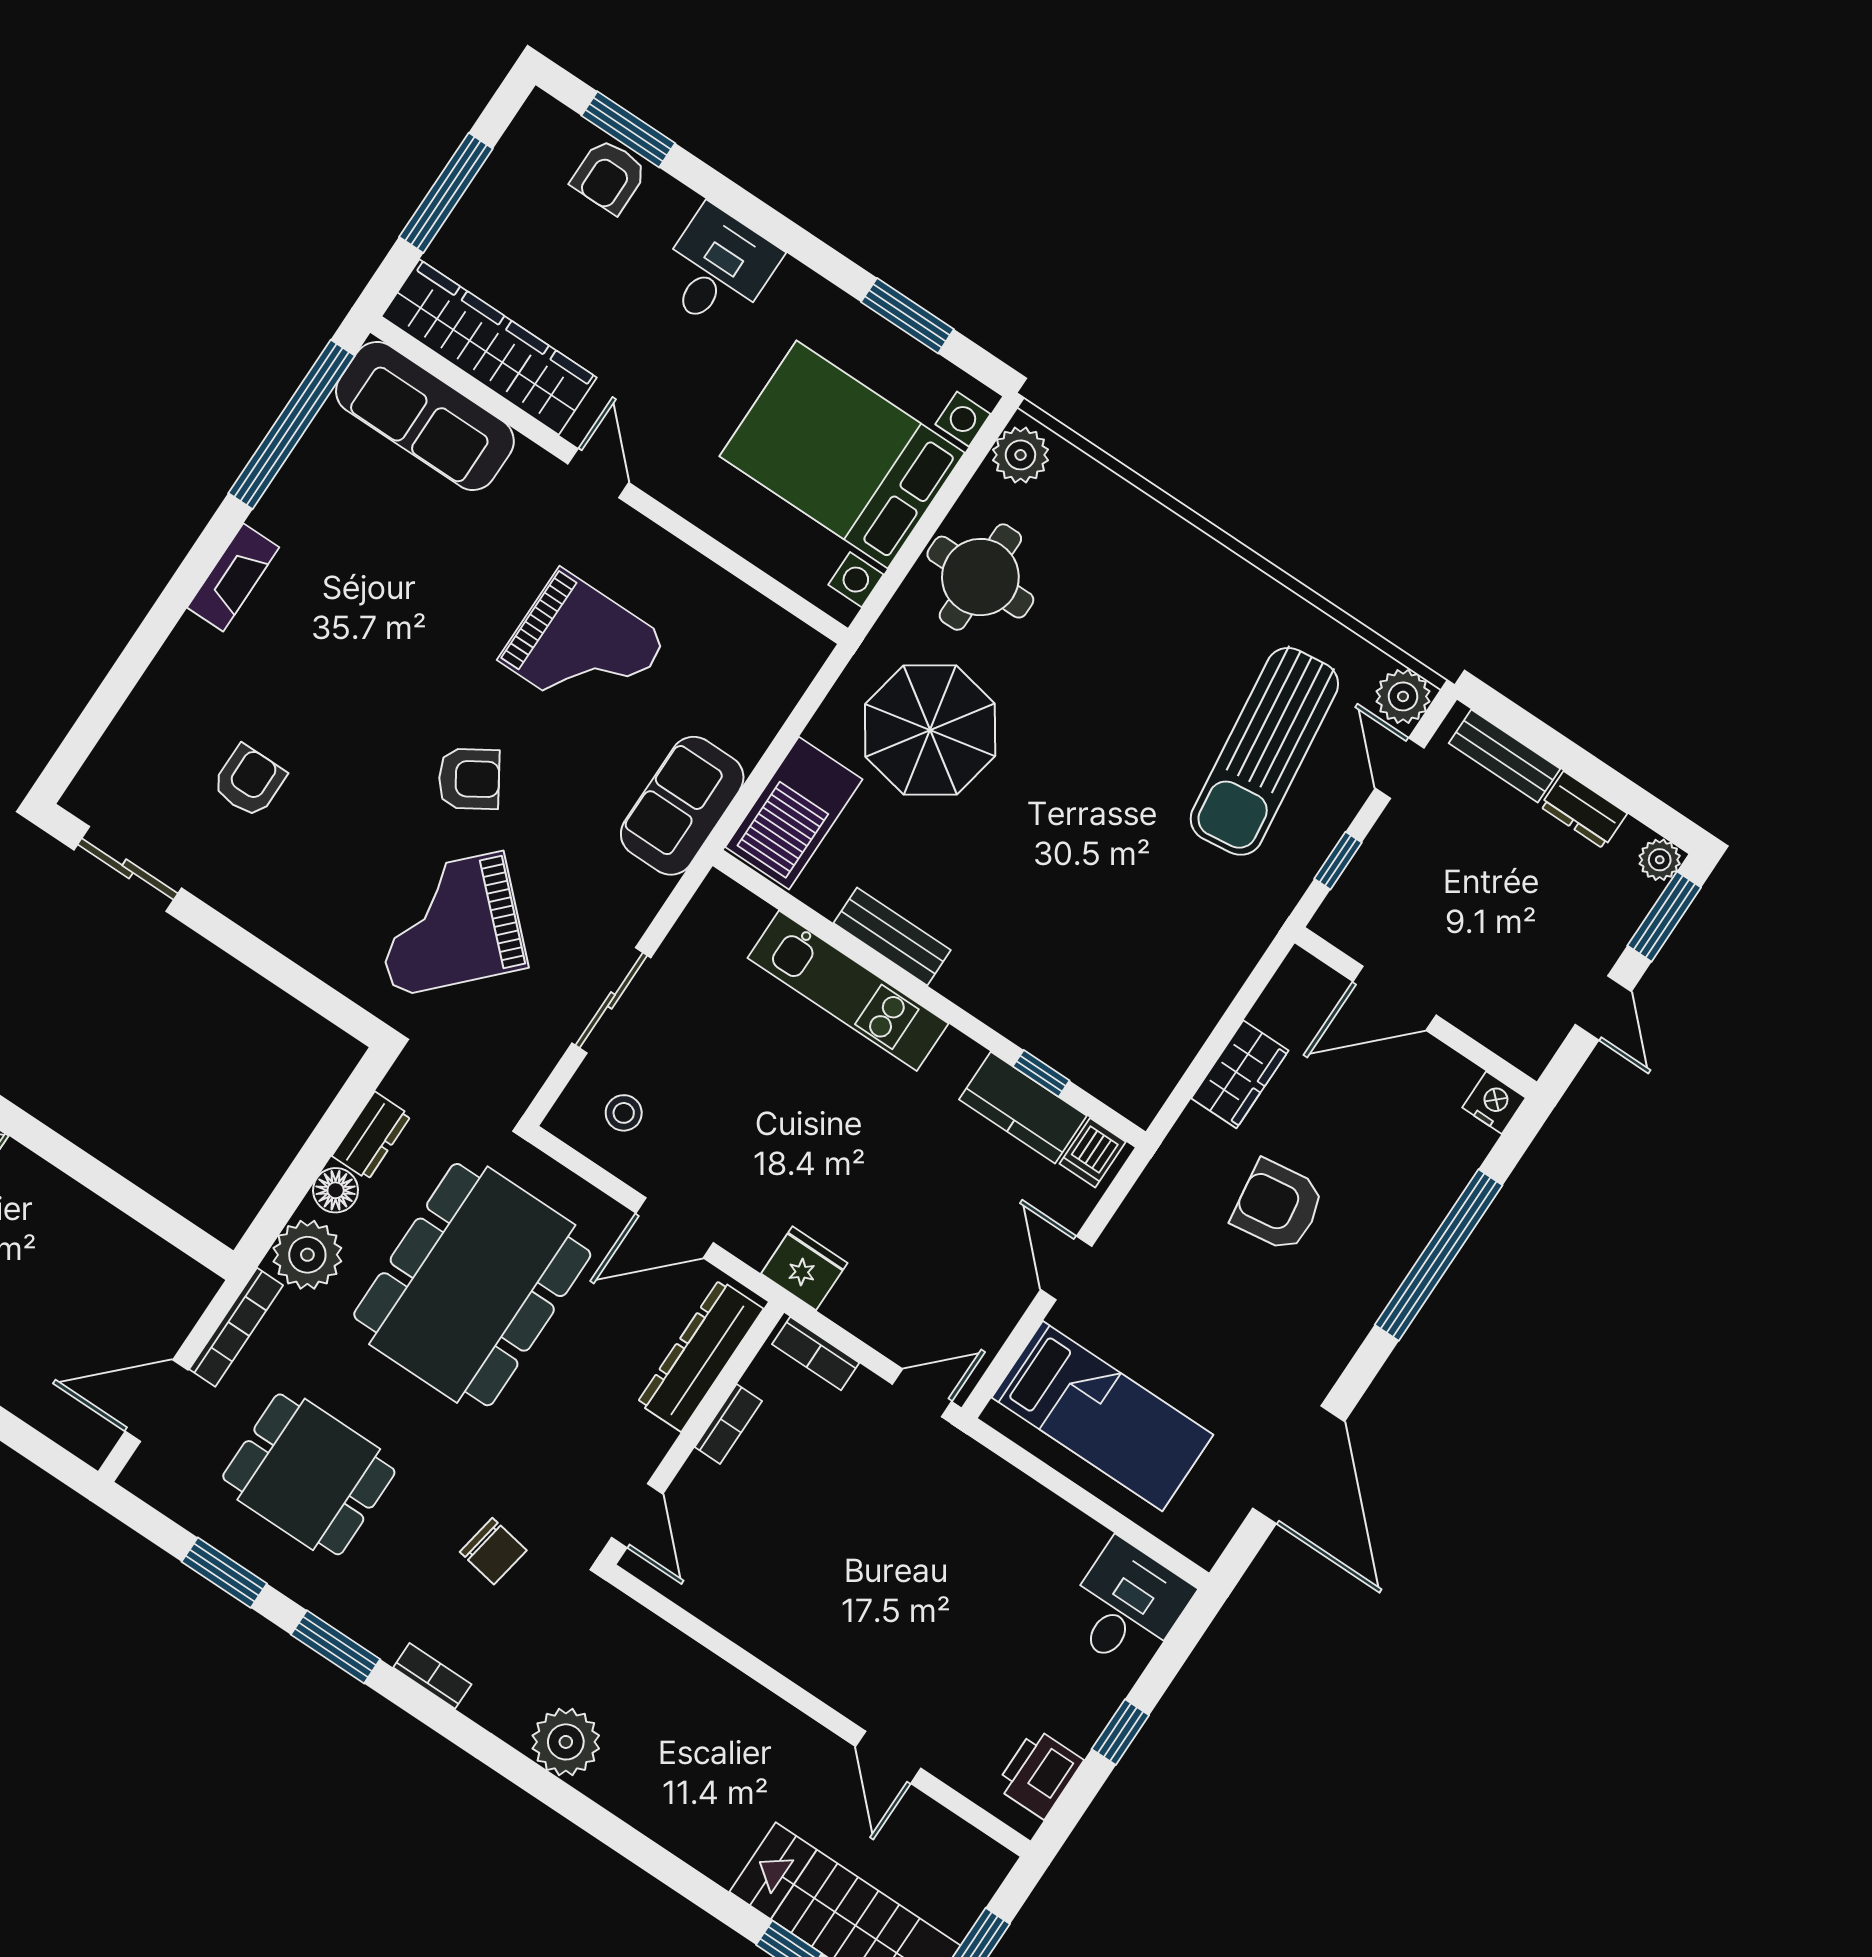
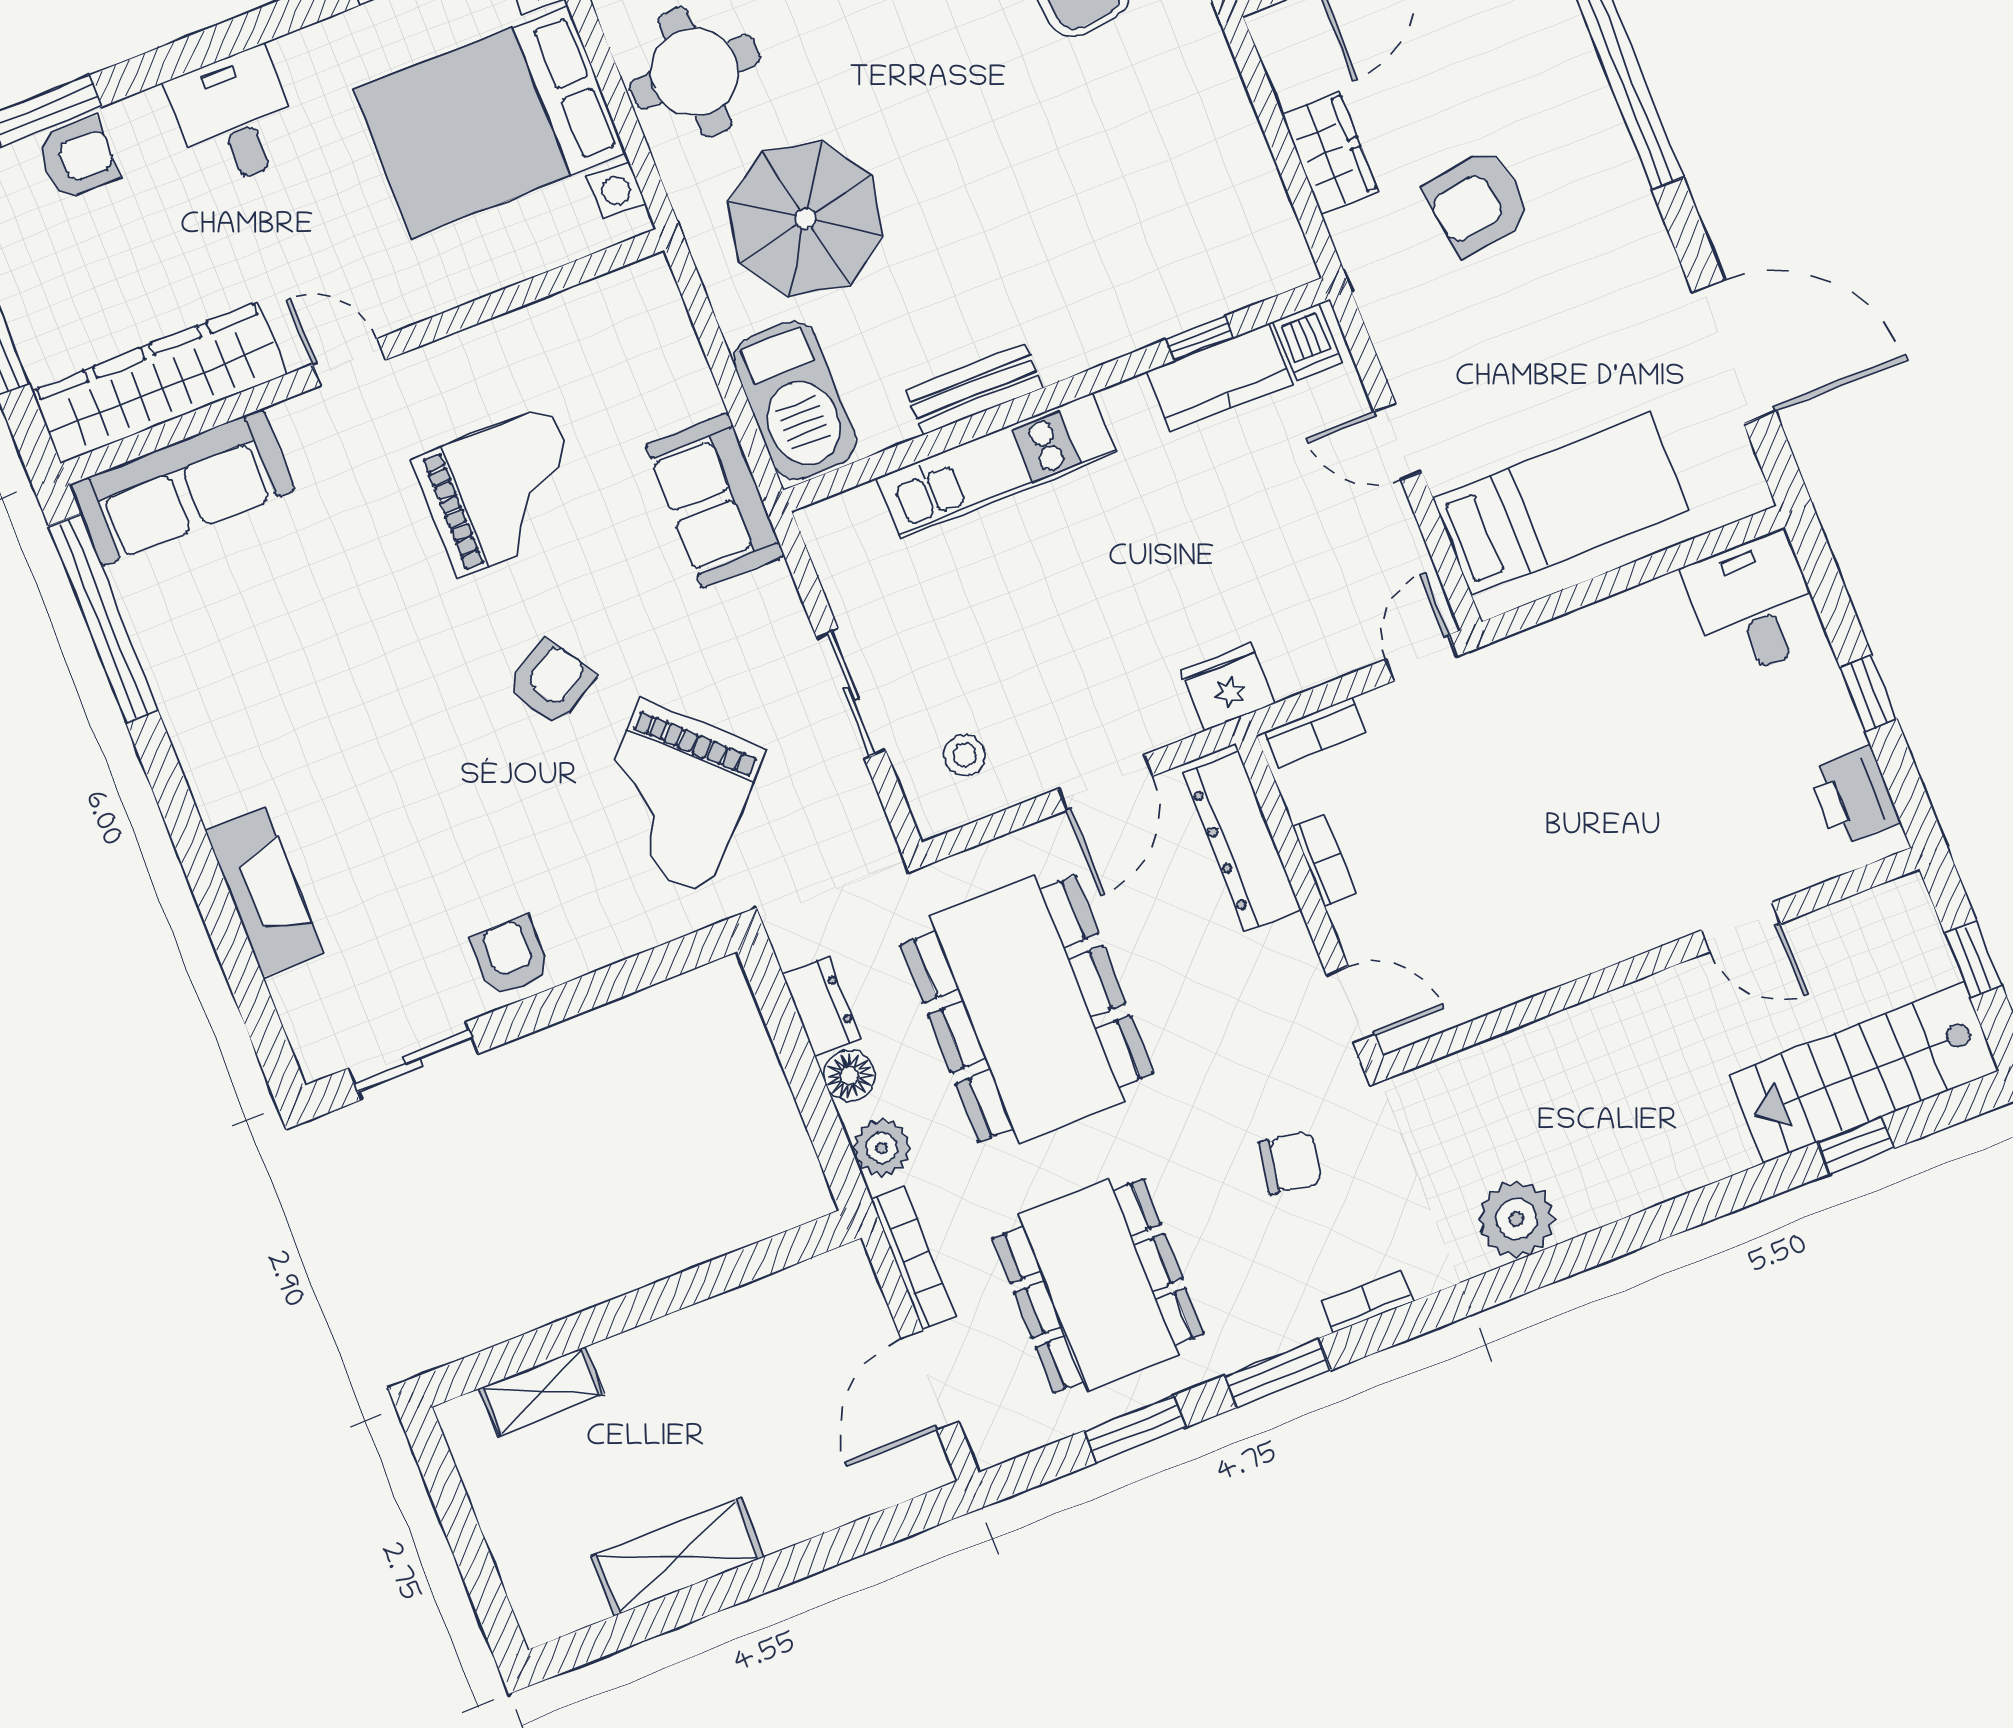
armchair: (609, 176) -> (77, 159), turned -90
fireplace: (233, 577) -> (264, 892), moved, width x1.37, depth x1.32
armchair: (249, 781) -> (511, 956), moved
plant: (307, 1255) -> (882, 1148), width x0.73, depth x0.73
dining table: (309, 1474) -> (1098, 1286), width x1.37

